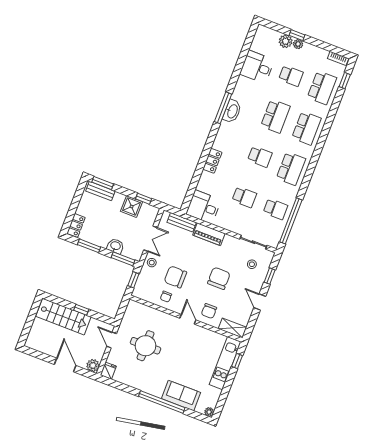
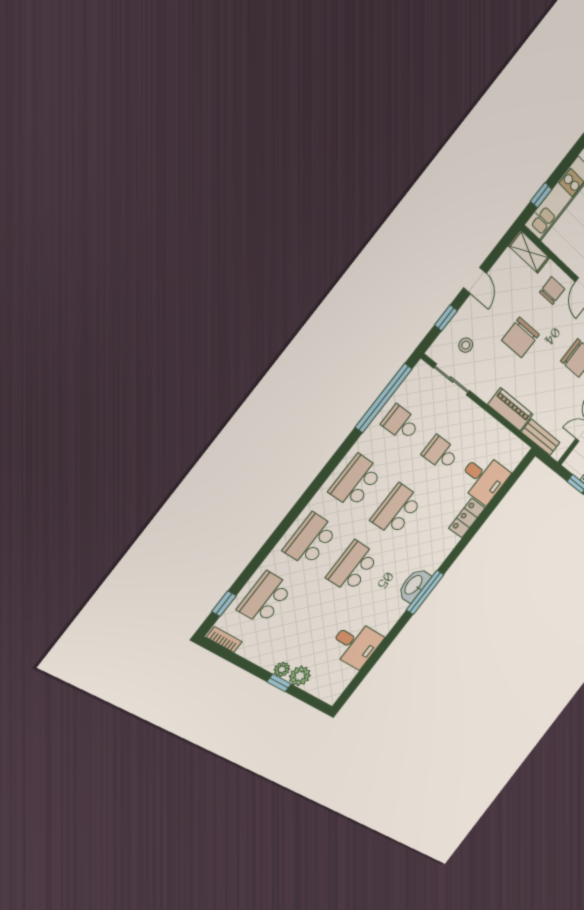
school desk: (291, 76) -> (309, 624), removed
school desk: (260, 157) -> (397, 510), width x1.85
desk: (204, 207) -> (483, 478), moved

